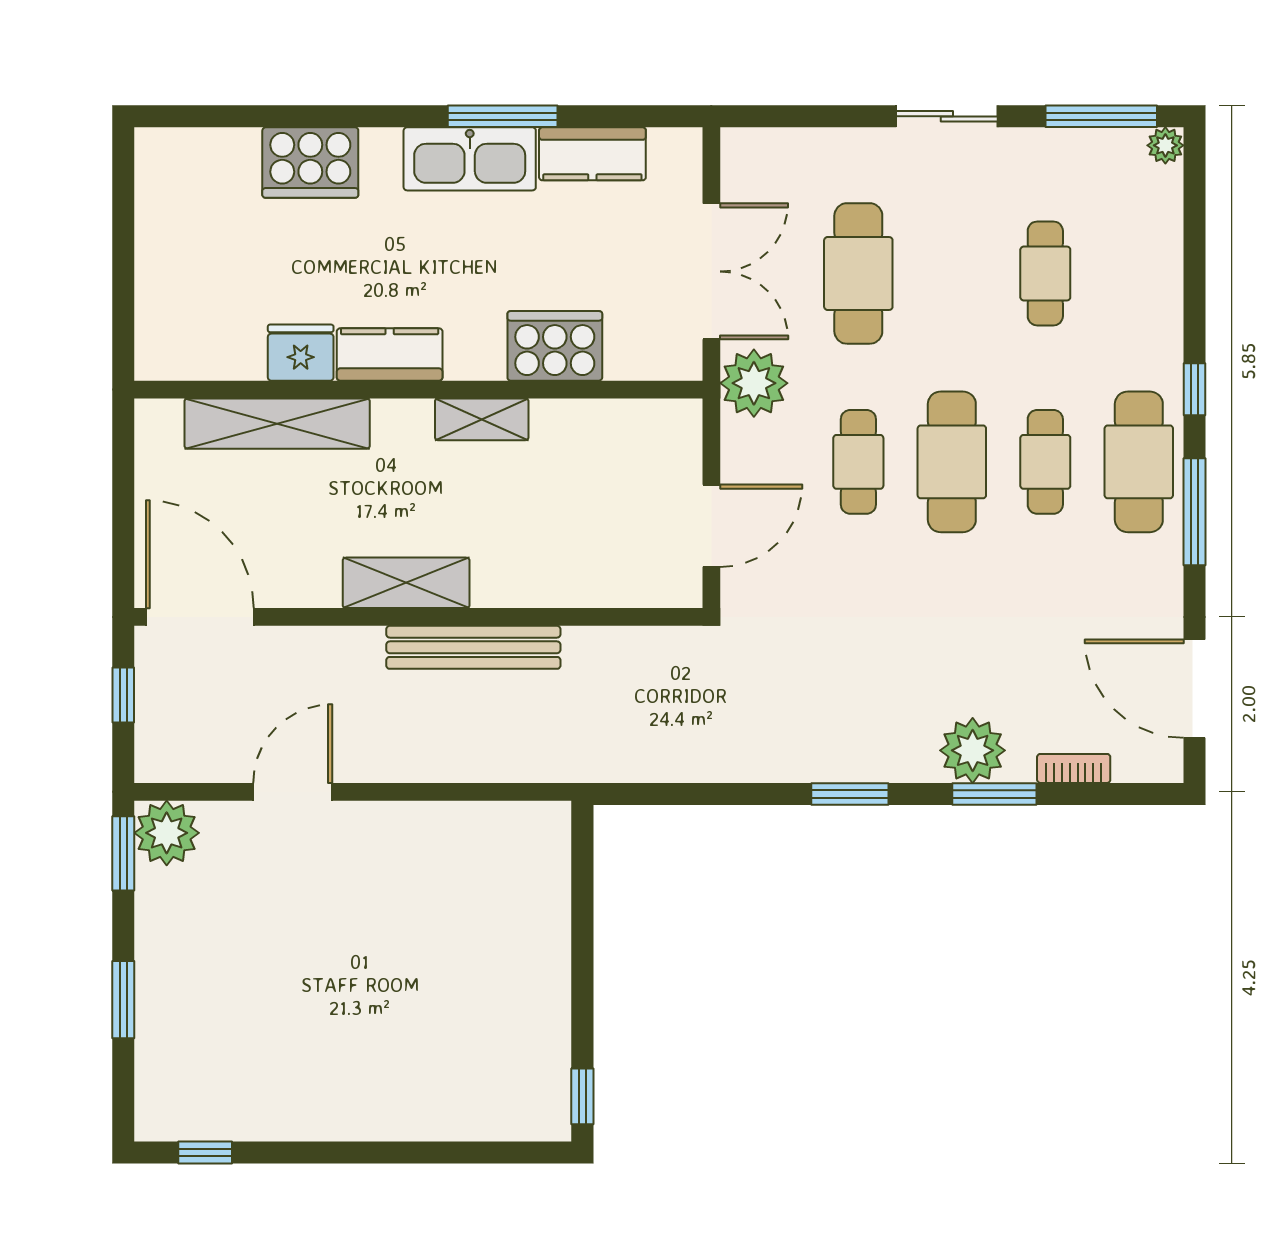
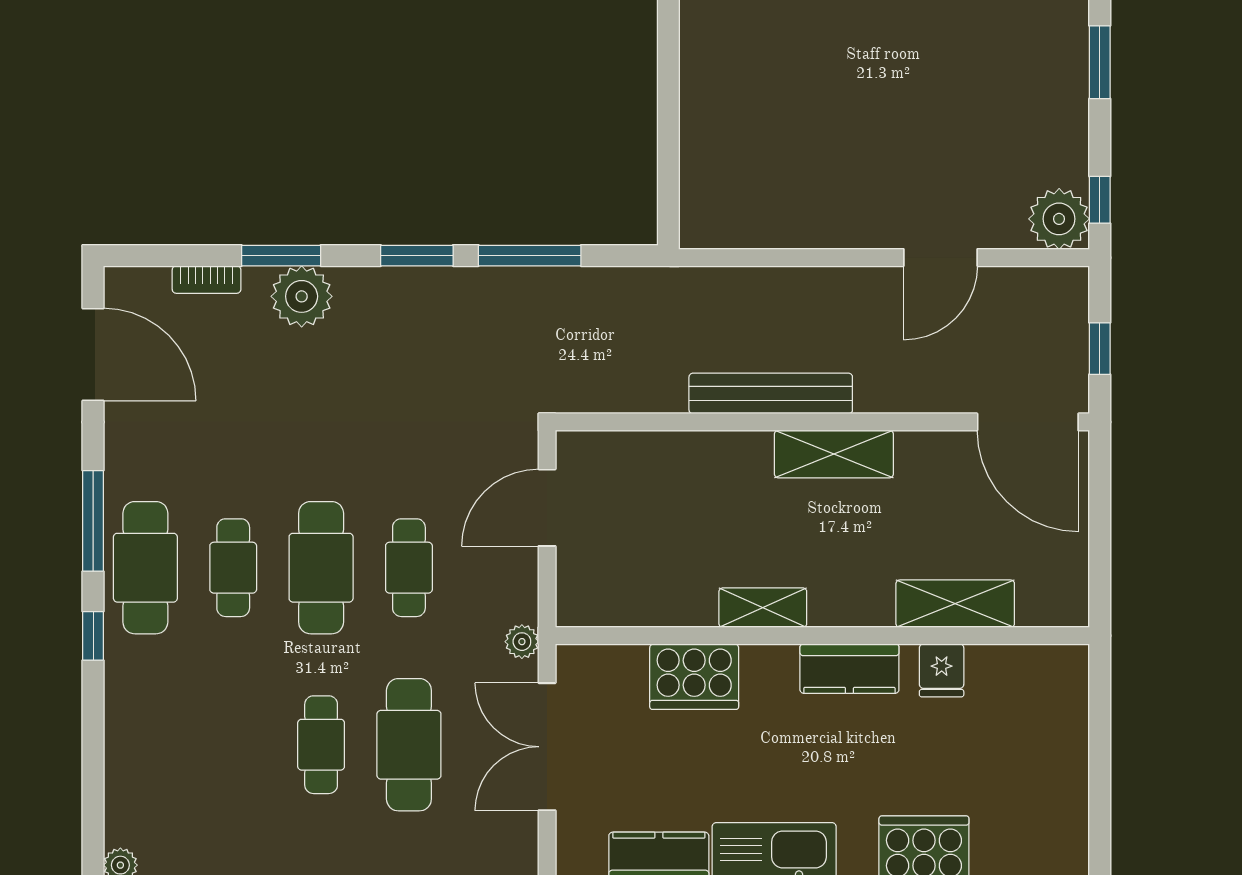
cafe table: (1045, 273) -> (321, 745), moved
fridge: (301, 353) -> (942, 670), width x0.72
plant: (754, 383) -> (522, 642), width x0.53, depth x0.53
shelving: (277, 424) -> (955, 604), width x0.68
window: (730, 794) -> (530, 256), added
window: (123, 853) -> (1100, 200), width x0.67

